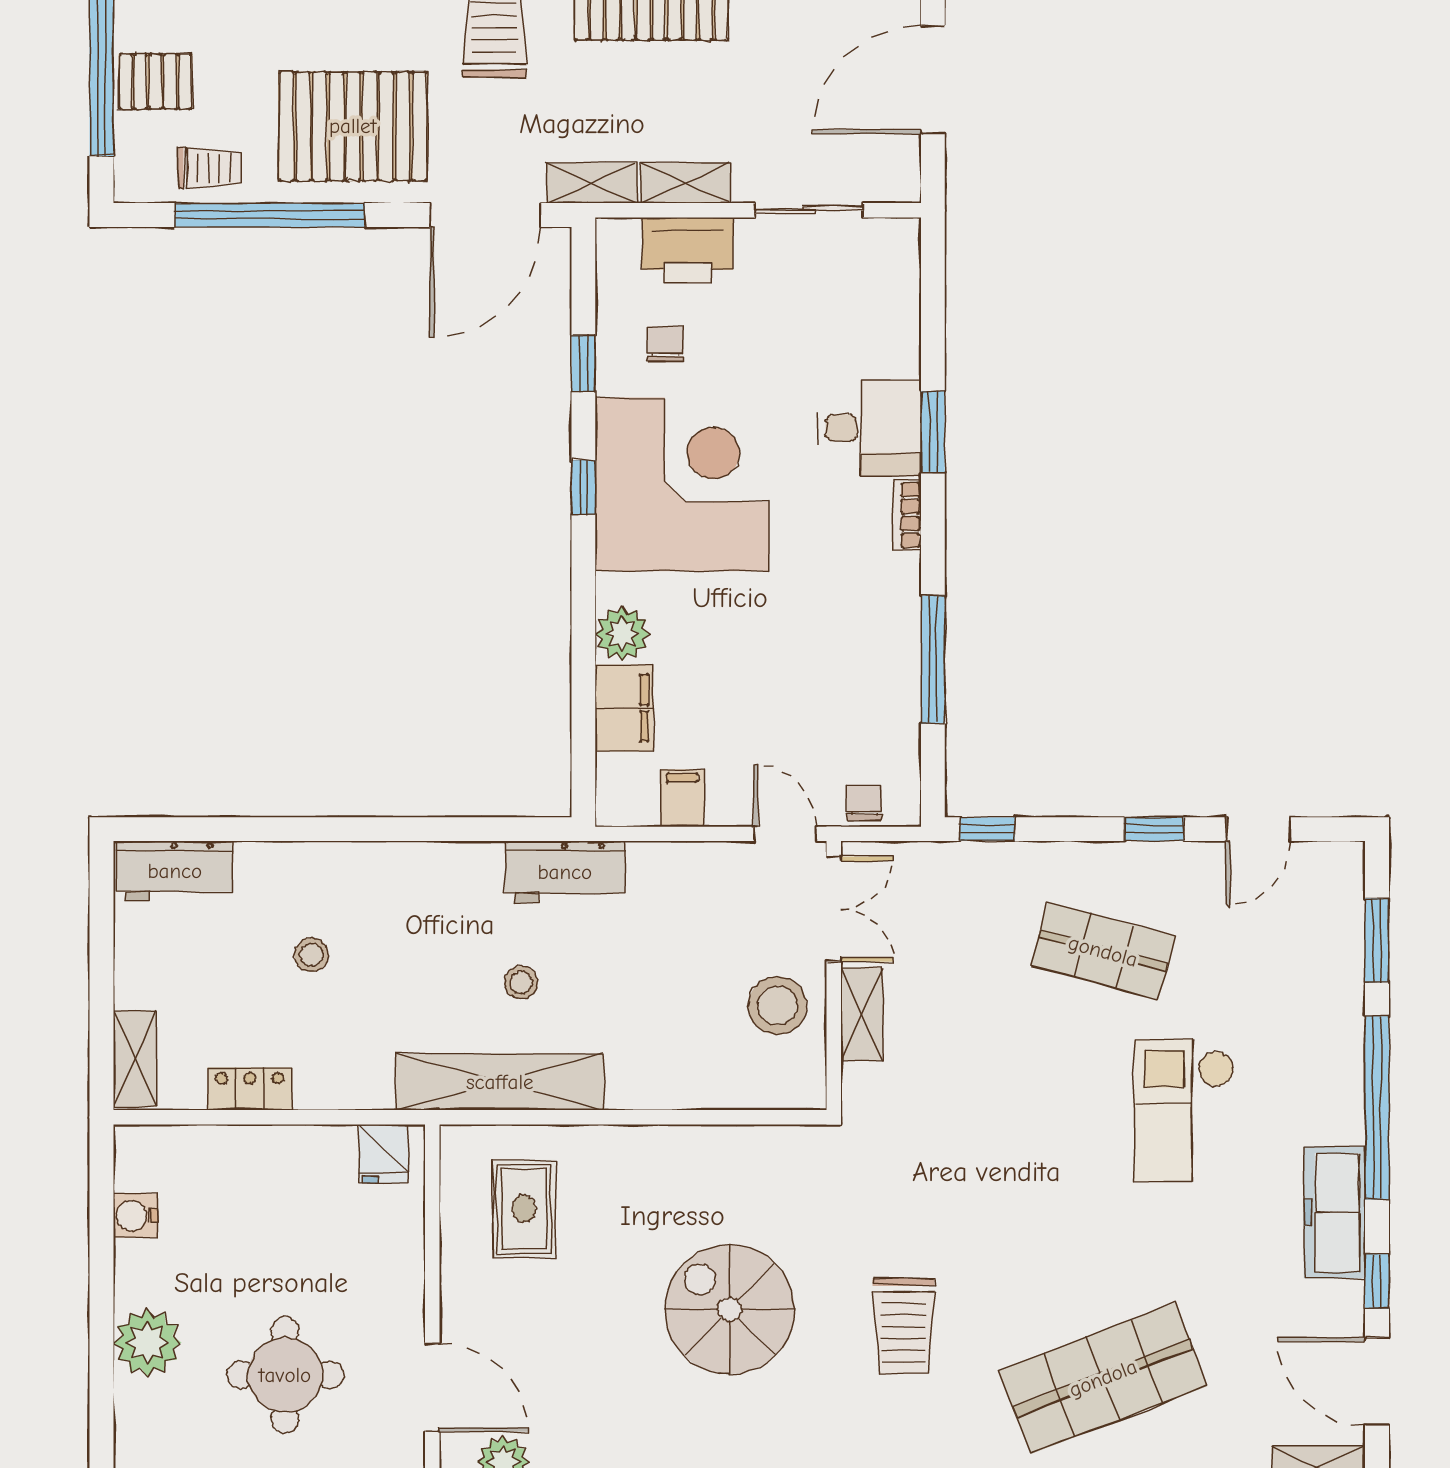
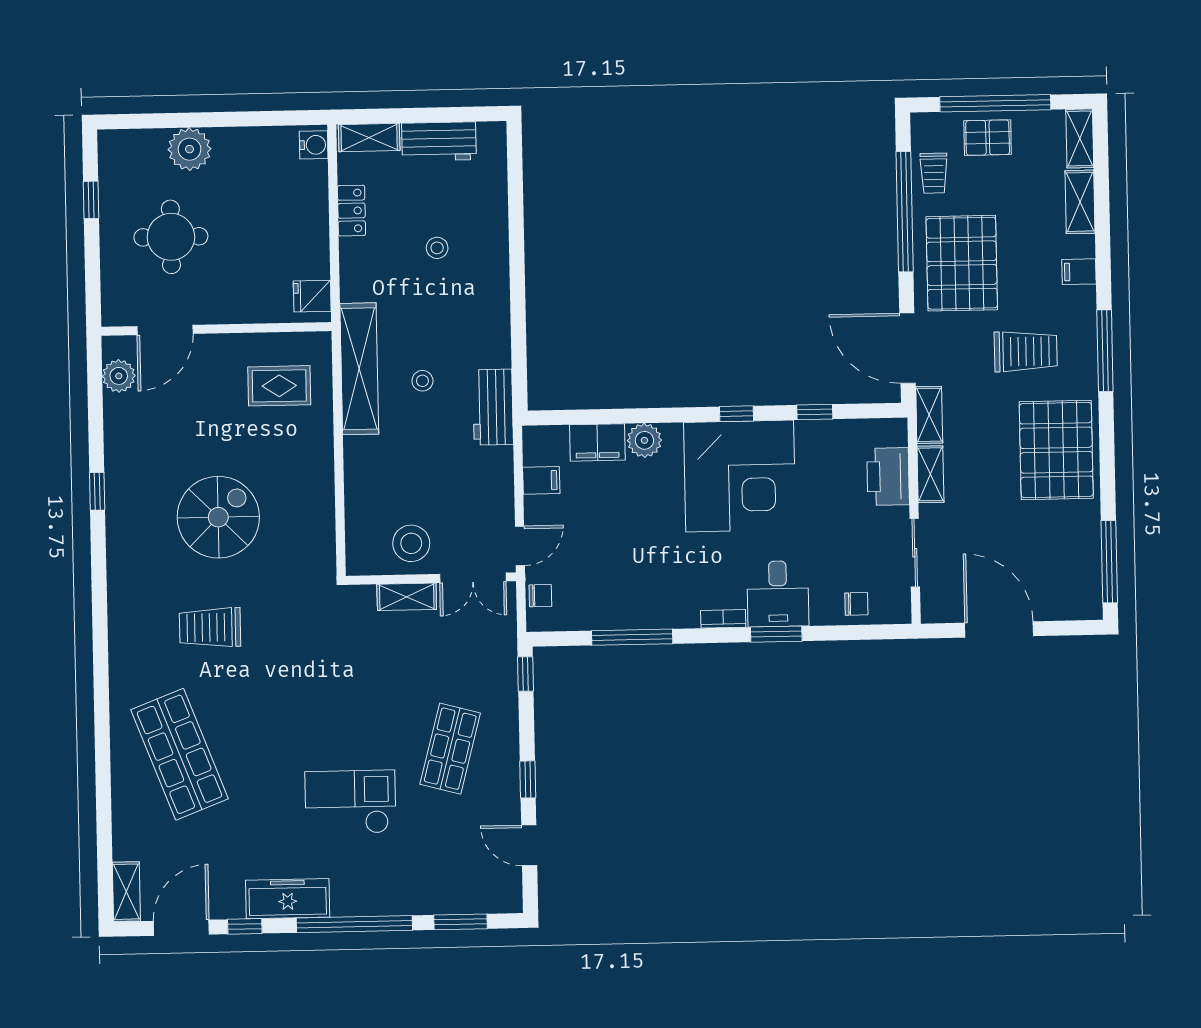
pallet: (156, 82) -> (988, 138), turned 90
chair: (665, 344) -> (856, 604), moved
workbench: (175, 871) -> (439, 141), moved, turned -90
water cooler: (135, 1216) -> (314, 145), moved, turned 90

